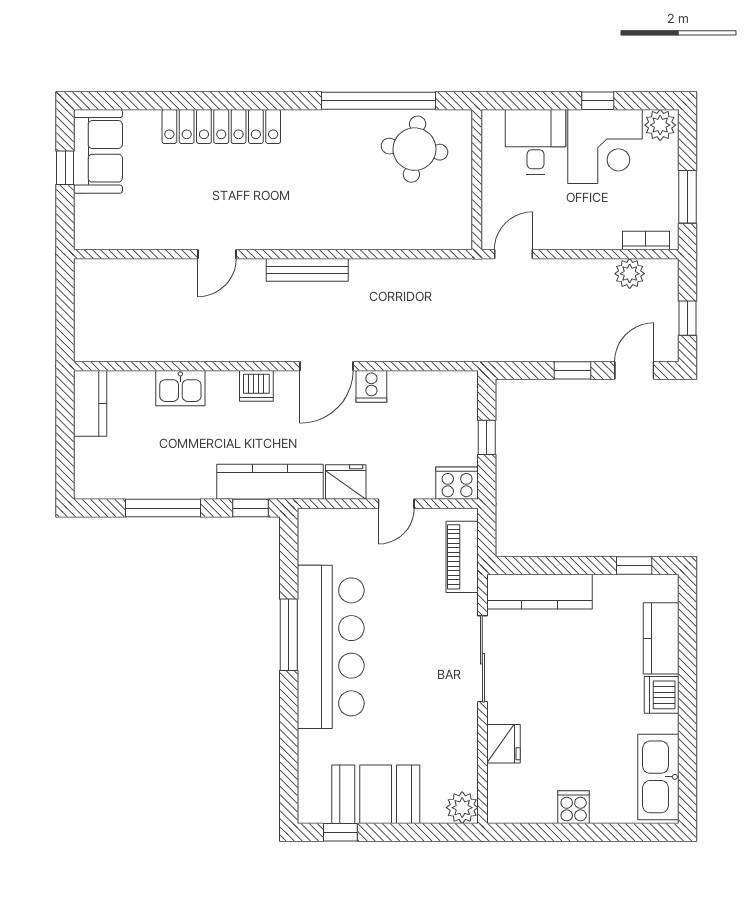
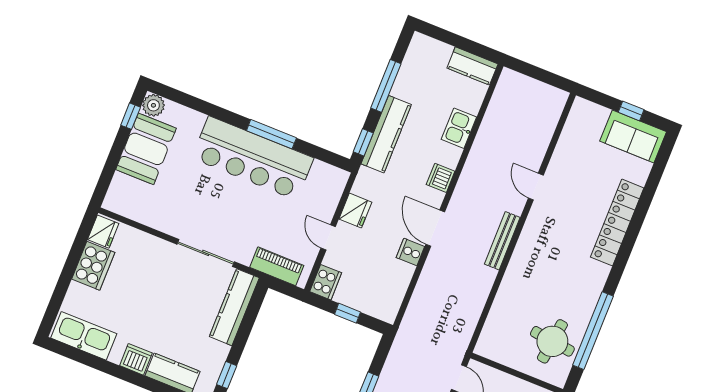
kitchen counter: (270, 482) -> (386, 134), moved
fridge: (503, 744) -> (103, 232), moved, turned -90
cooker: (574, 807) -> (93, 266), width x1.87, depth x1.31
plant: (462, 808) -> (153, 105), moved

